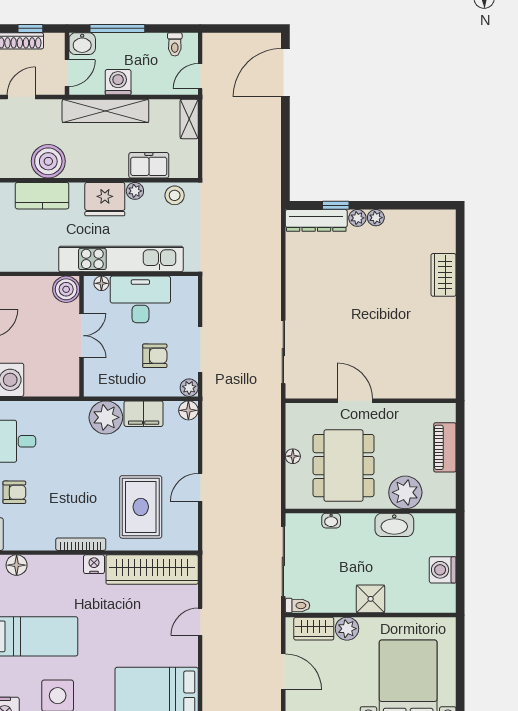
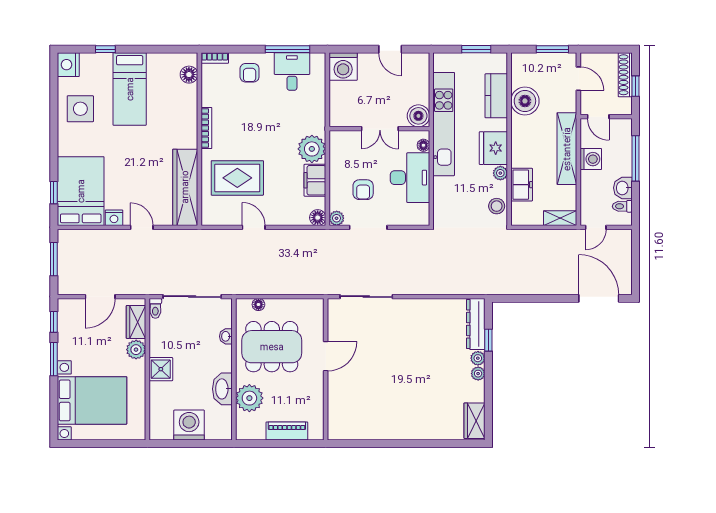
washbasin: (82, 44) -> (623, 188), moved
door: (200, 76) -> (596, 227), swing flipped
kitchen unit: (121, 259) -> (444, 124), moved
wardrobe: (443, 275) -> (475, 421), moved, turned -90
floor lamp: (293, 456) -> (258, 305), moved
nightstand: (94, 564) -> (114, 218), moved, turned 90
washing machine: (443, 570) -> (189, 425), width x1.37, depth x1.37

